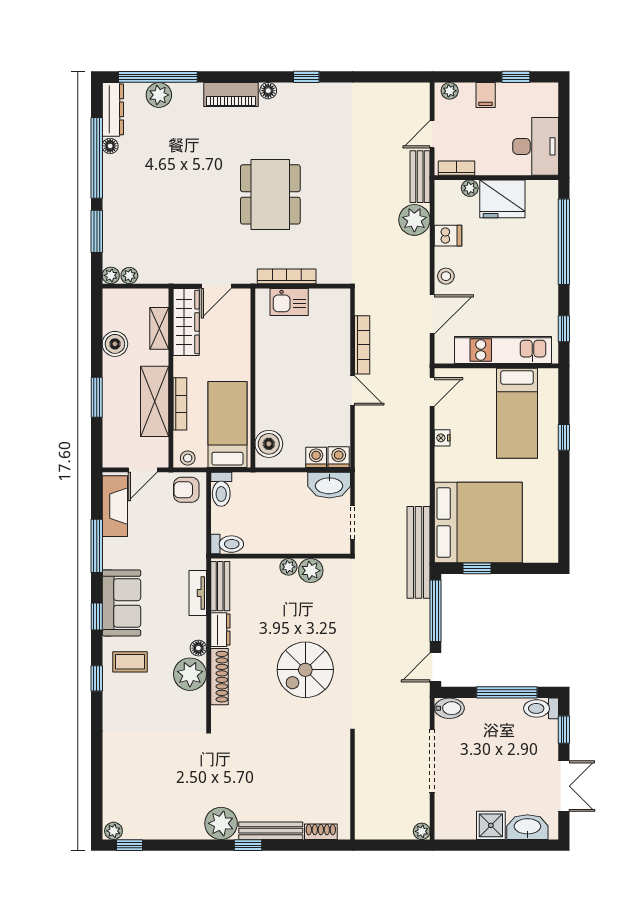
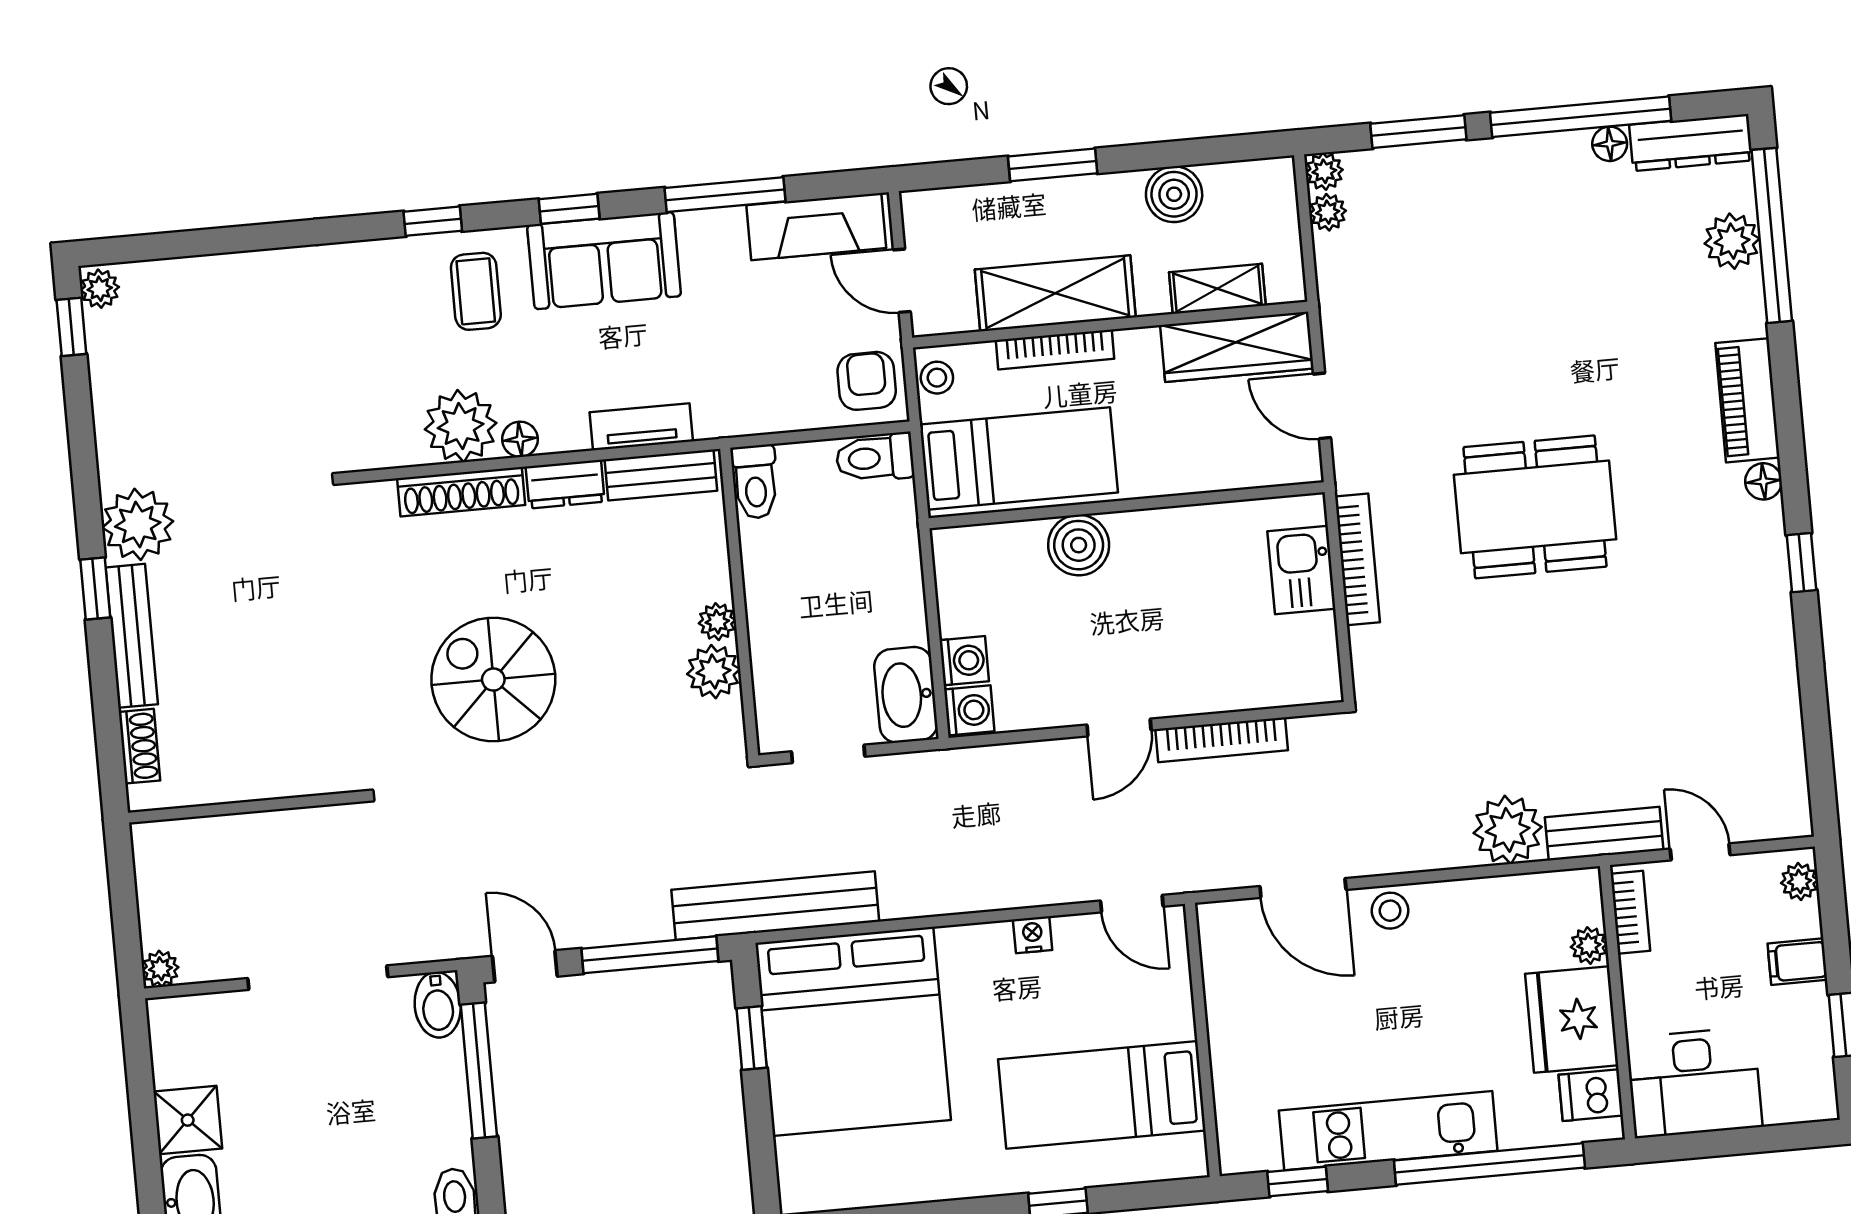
dishwasher: (448, 236) -> (1591, 1095), moved, turned 90
kitchen unit: (503, 350) -> (1388, 1131), moved, turned -90
boiler: (269, 444) -> (1079, 545), moved
window: (507, 692) -> (479, 1070), moved

